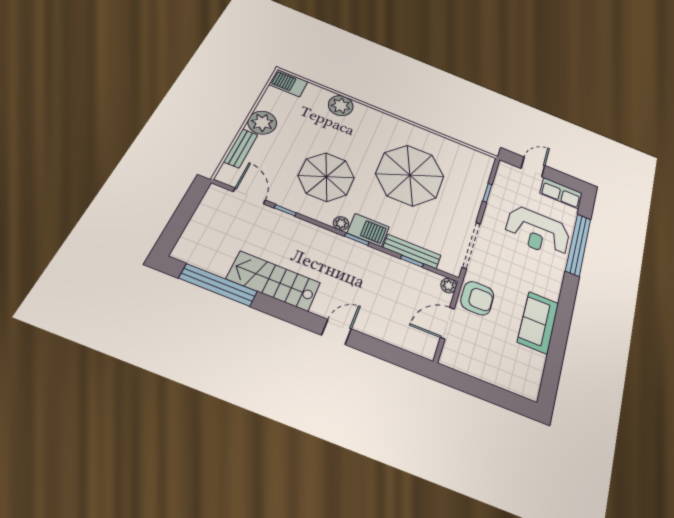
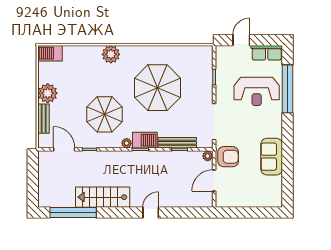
plant: (341, 106) -> (111, 54), moved

